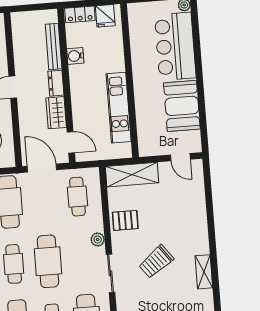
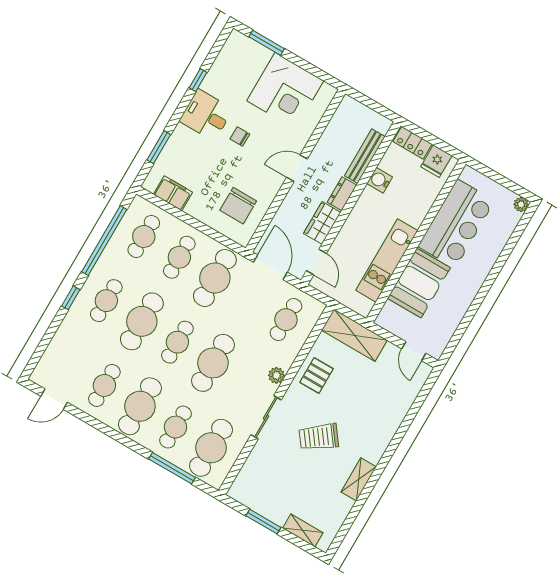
bar counter: (175, 46) -> (456, 224), moved, turned 180
booth: (182, 106) -> (419, 283), moved
pallet: (125, 220) -> (317, 375), turned 90

